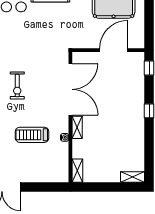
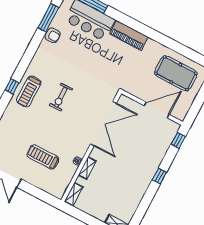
shelving: (77, 127) -> (87, 168), moved
treadmill: (32, 135) -> (43, 157), moved

